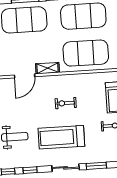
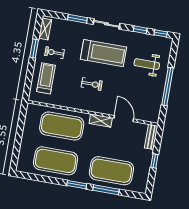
door: (25, 76) -> (124, 119), hinge flipped

